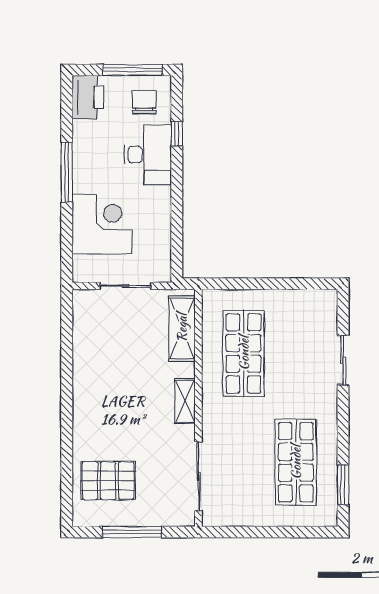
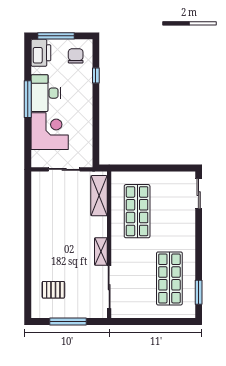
window: (133, 70) -> (56, 36), moved
desk: (148, 155) -> (46, 93), moved, turned 180
sliding door: (343, 360) -> (199, 194), moved
shelving: (185, 401) -> (101, 252), moved
pallet: (108, 481) -> (53, 290), width x0.67, depth x0.71

